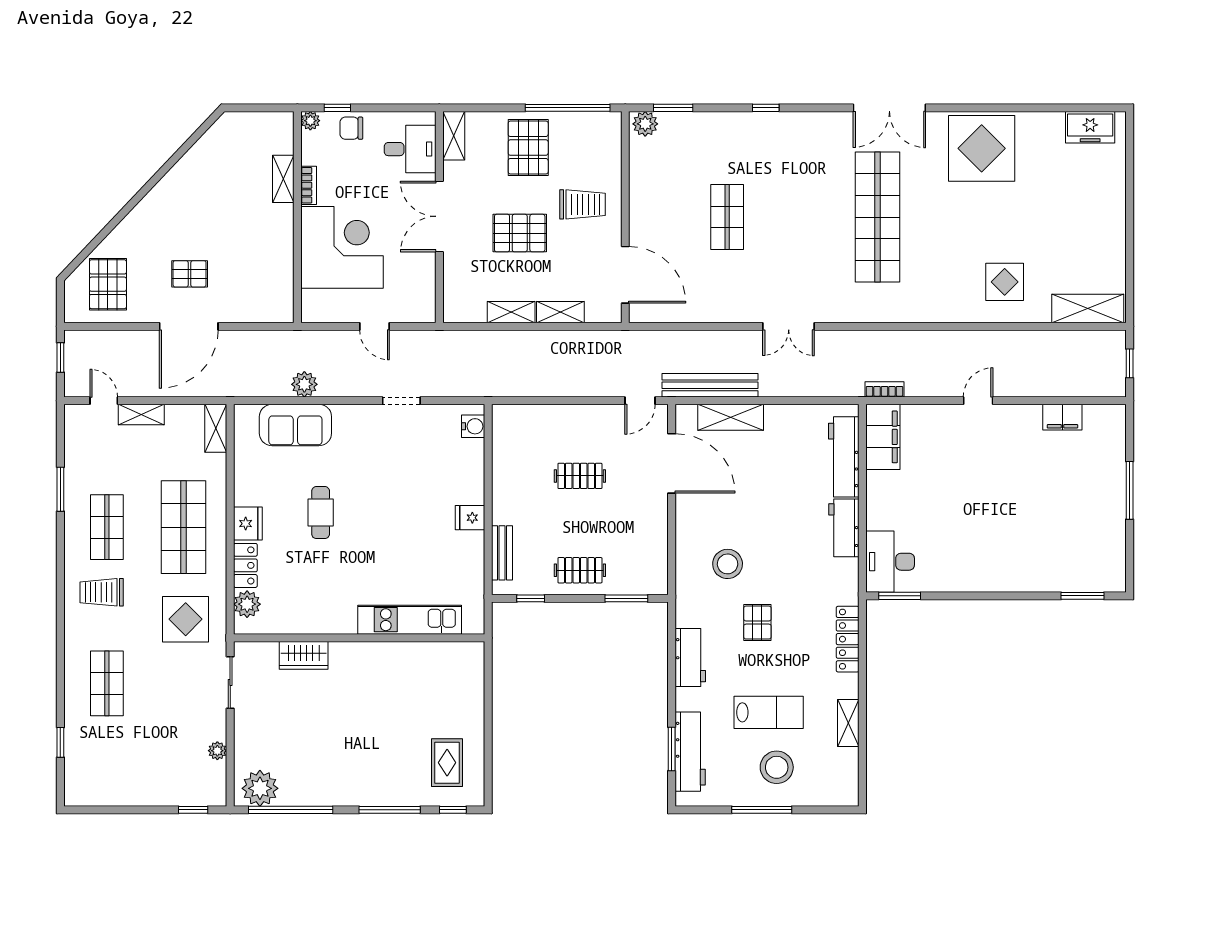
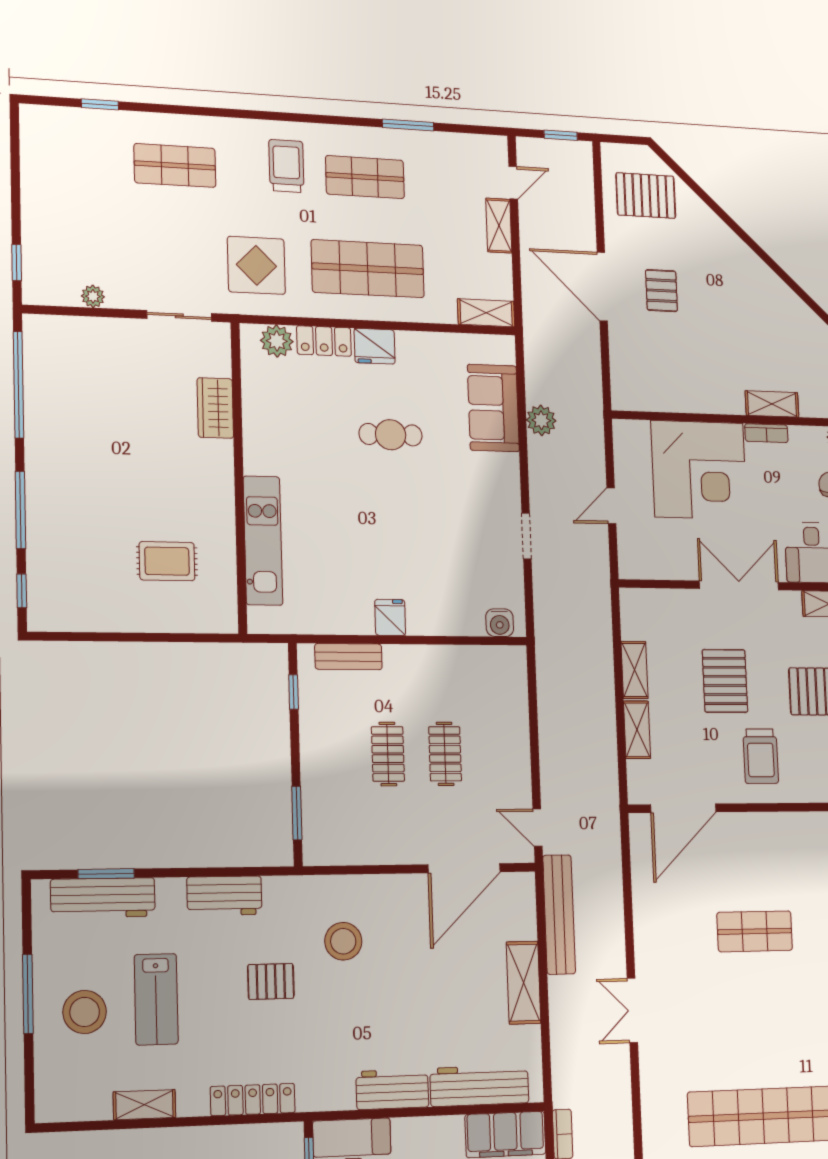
shelving: (731, 417) -> (524, 983), moved
clothes rail: (580, 570) -> (388, 754), moved
rug: (447, 763) -> (167, 561), moved
plant: (260, 788) -> (46, 347), removed

